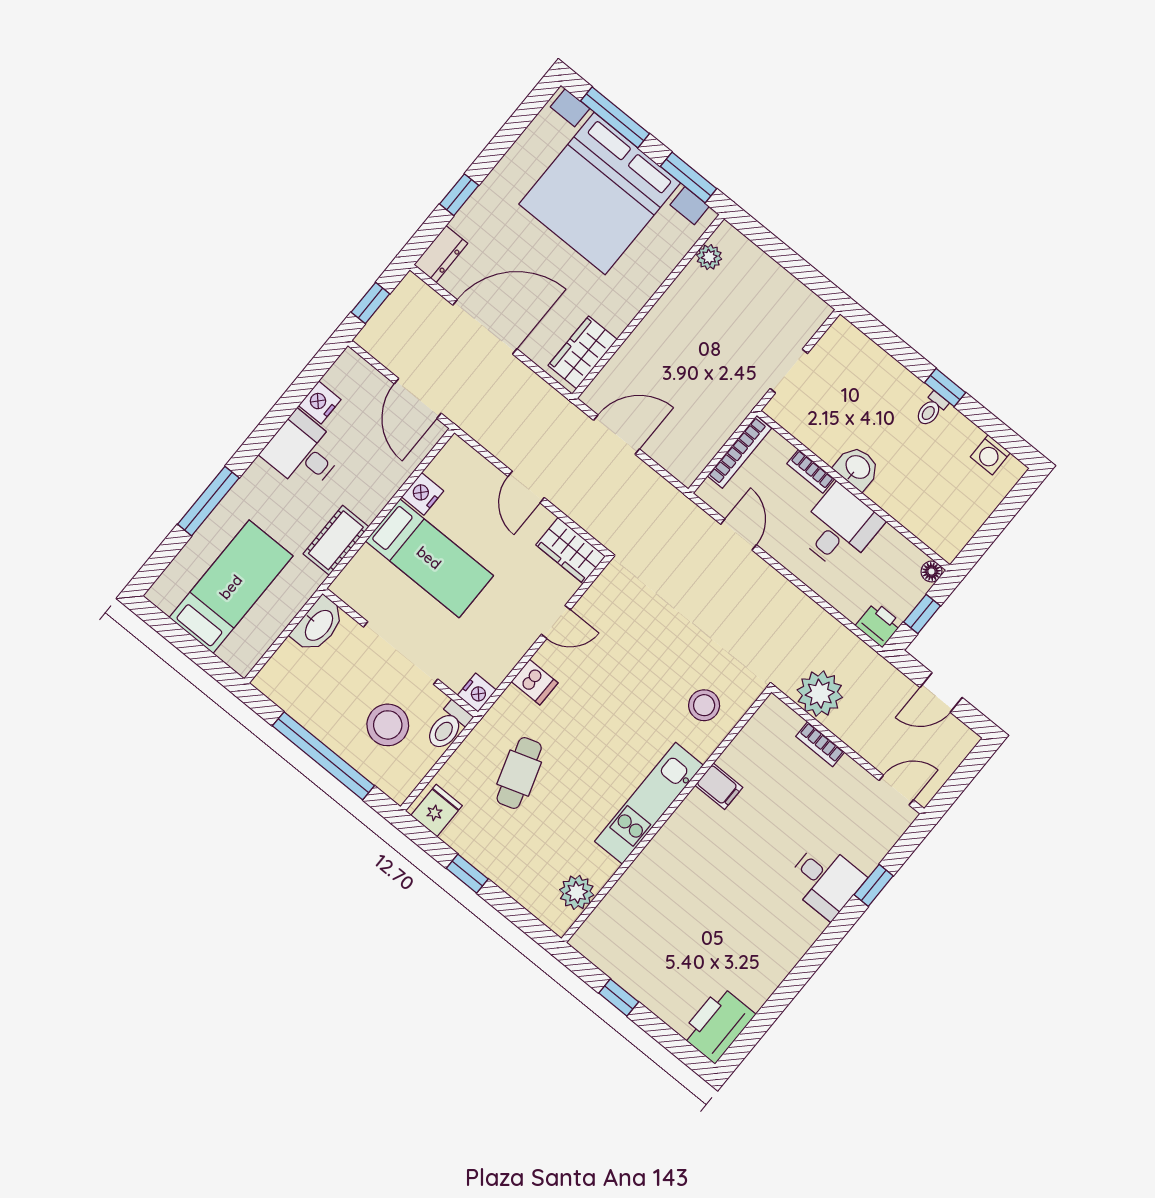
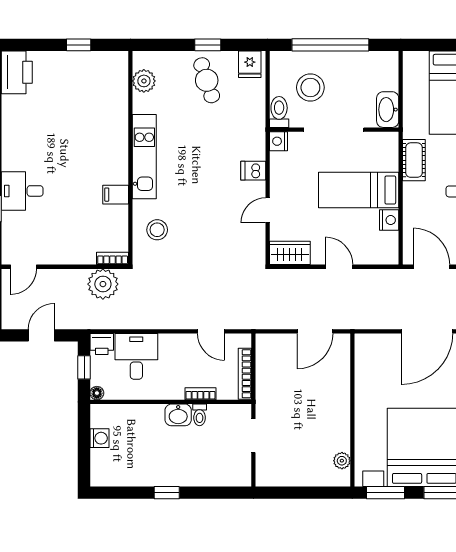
wardrobe: (583, 352) -> (367, 359), removed
toilet: (931, 409) -> (200, 415), moved, turned 180
washing machine: (990, 455) -> (100, 438), moved, turned 90
desk: (839, 528) -> (136, 356), moved, turned 180
bookcase: (820, 744) -> (113, 258), moved
cafe table: (519, 773) -> (207, 80), moved

